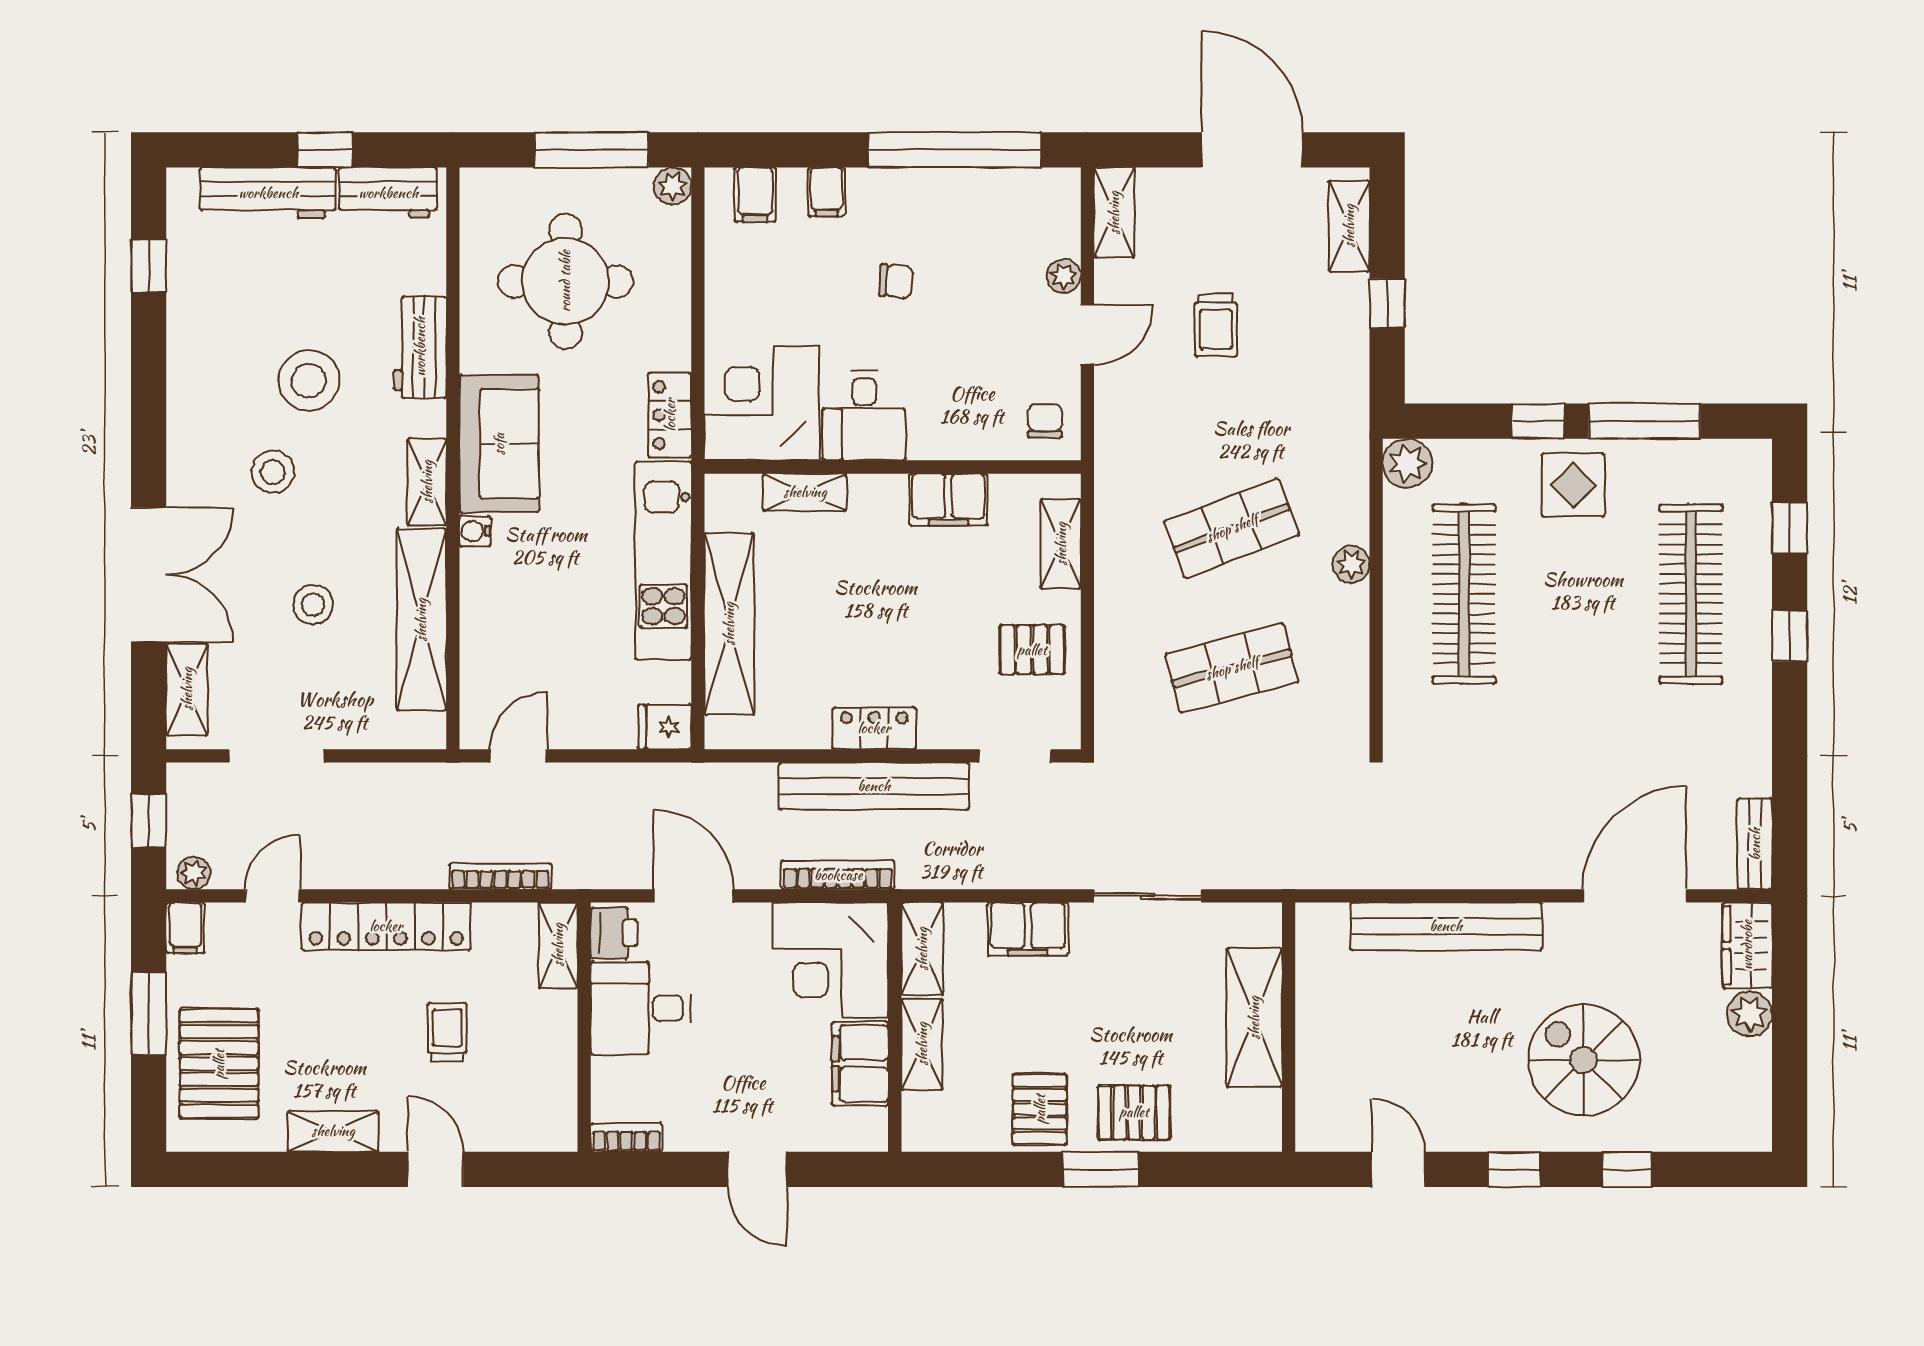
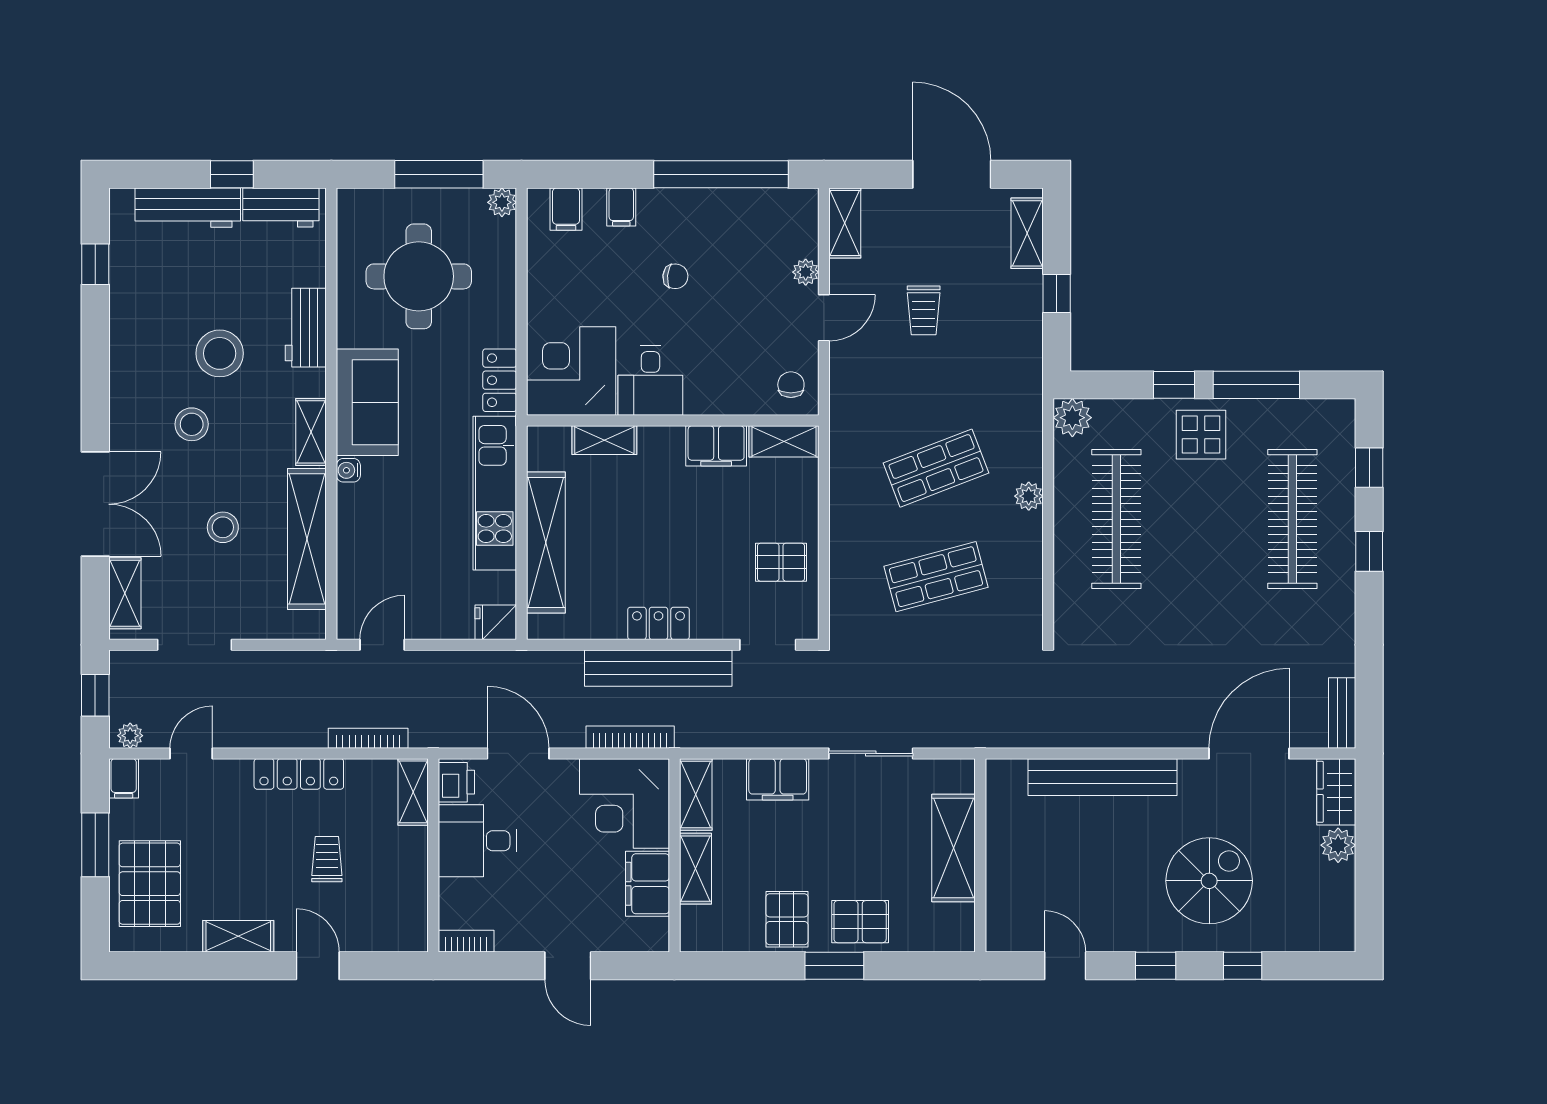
shelving: (1061, 544) -> (784, 441), moved, turned 90
locker: (386, 926) -> (299, 774), width x0.71, depth x0.83
spiral stairs: (1584, 1060) -> (1209, 881), turned 90

